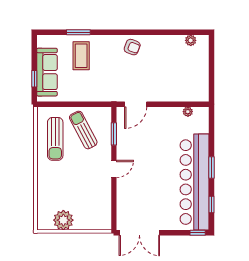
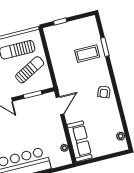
sofa: (47, 72) -> (80, 141), moved, turned -90
door: (136, 104) -> (60, 106), swing flipped

